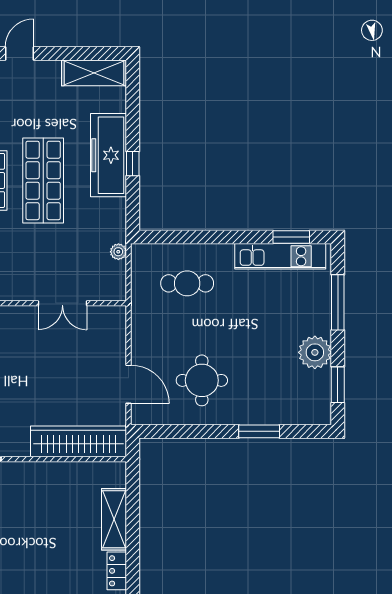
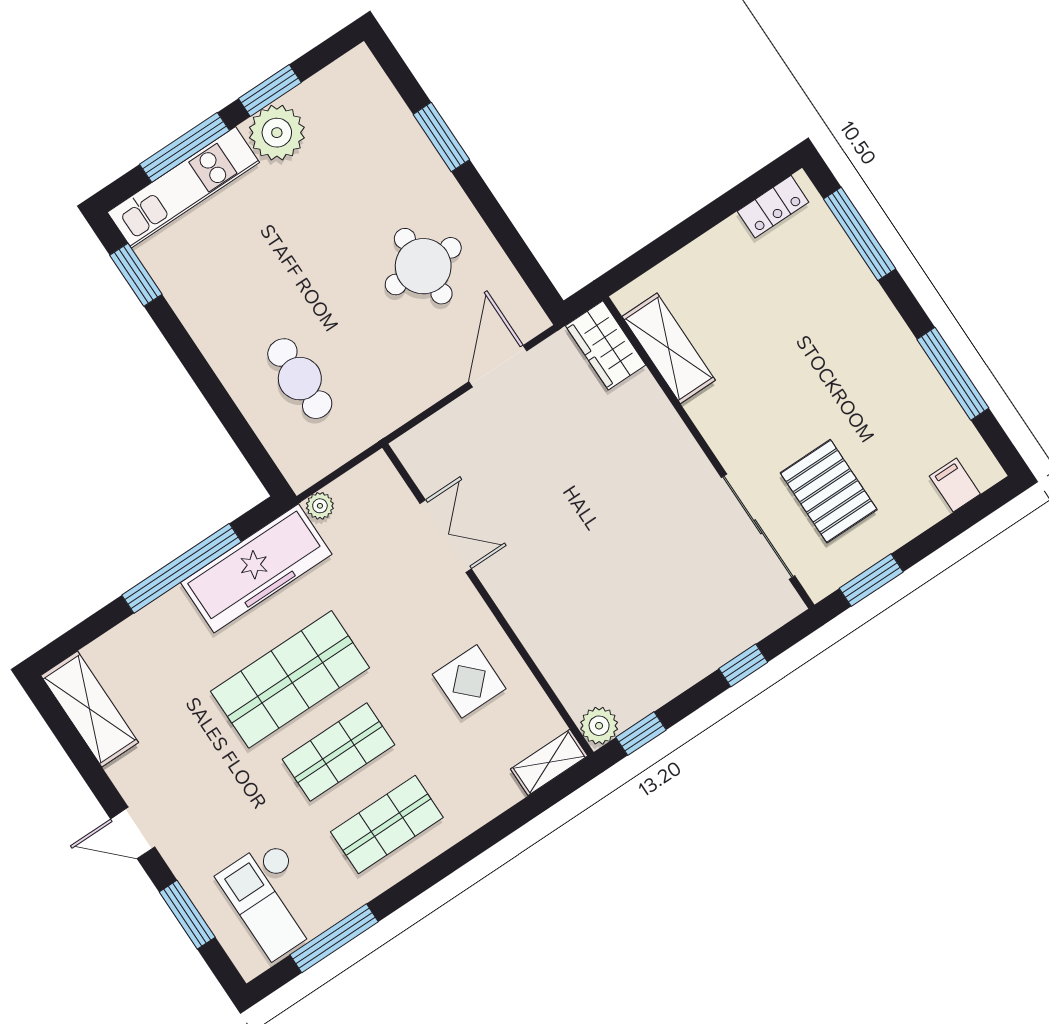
freezer: (108, 155) -> (256, 568), moved
window: (133, 164) -> (182, 568), width x3.17
kitchen unit: (280, 256) -> (183, 187), moved, turned 90
window: (338, 385) -> (270, 90), moved
wardrobe: (78, 441) -> (606, 345), width x0.48, depth x0.85
shelving: (114, 519) -> (669, 348), moved, turned 90

